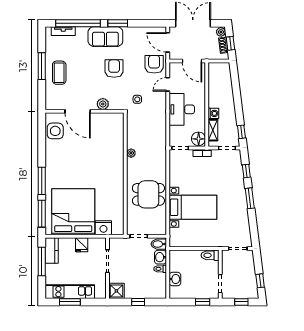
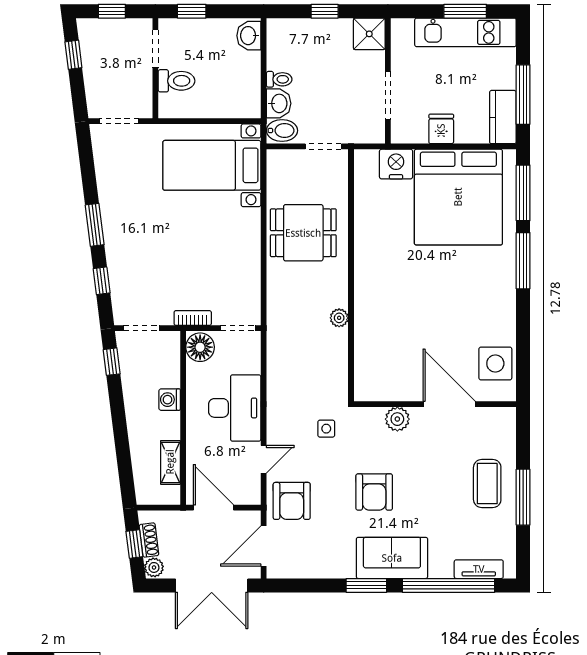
door: (168, 42) -> (264, 546), swing flipped
shelving: (213, 130) -> (170, 462), moved
bed with nightstands: (193, 207) -> (212, 165), moved
toilet: (210, 255) -> (177, 81), moved
washbasin: (175, 279) -> (249, 36), moved

